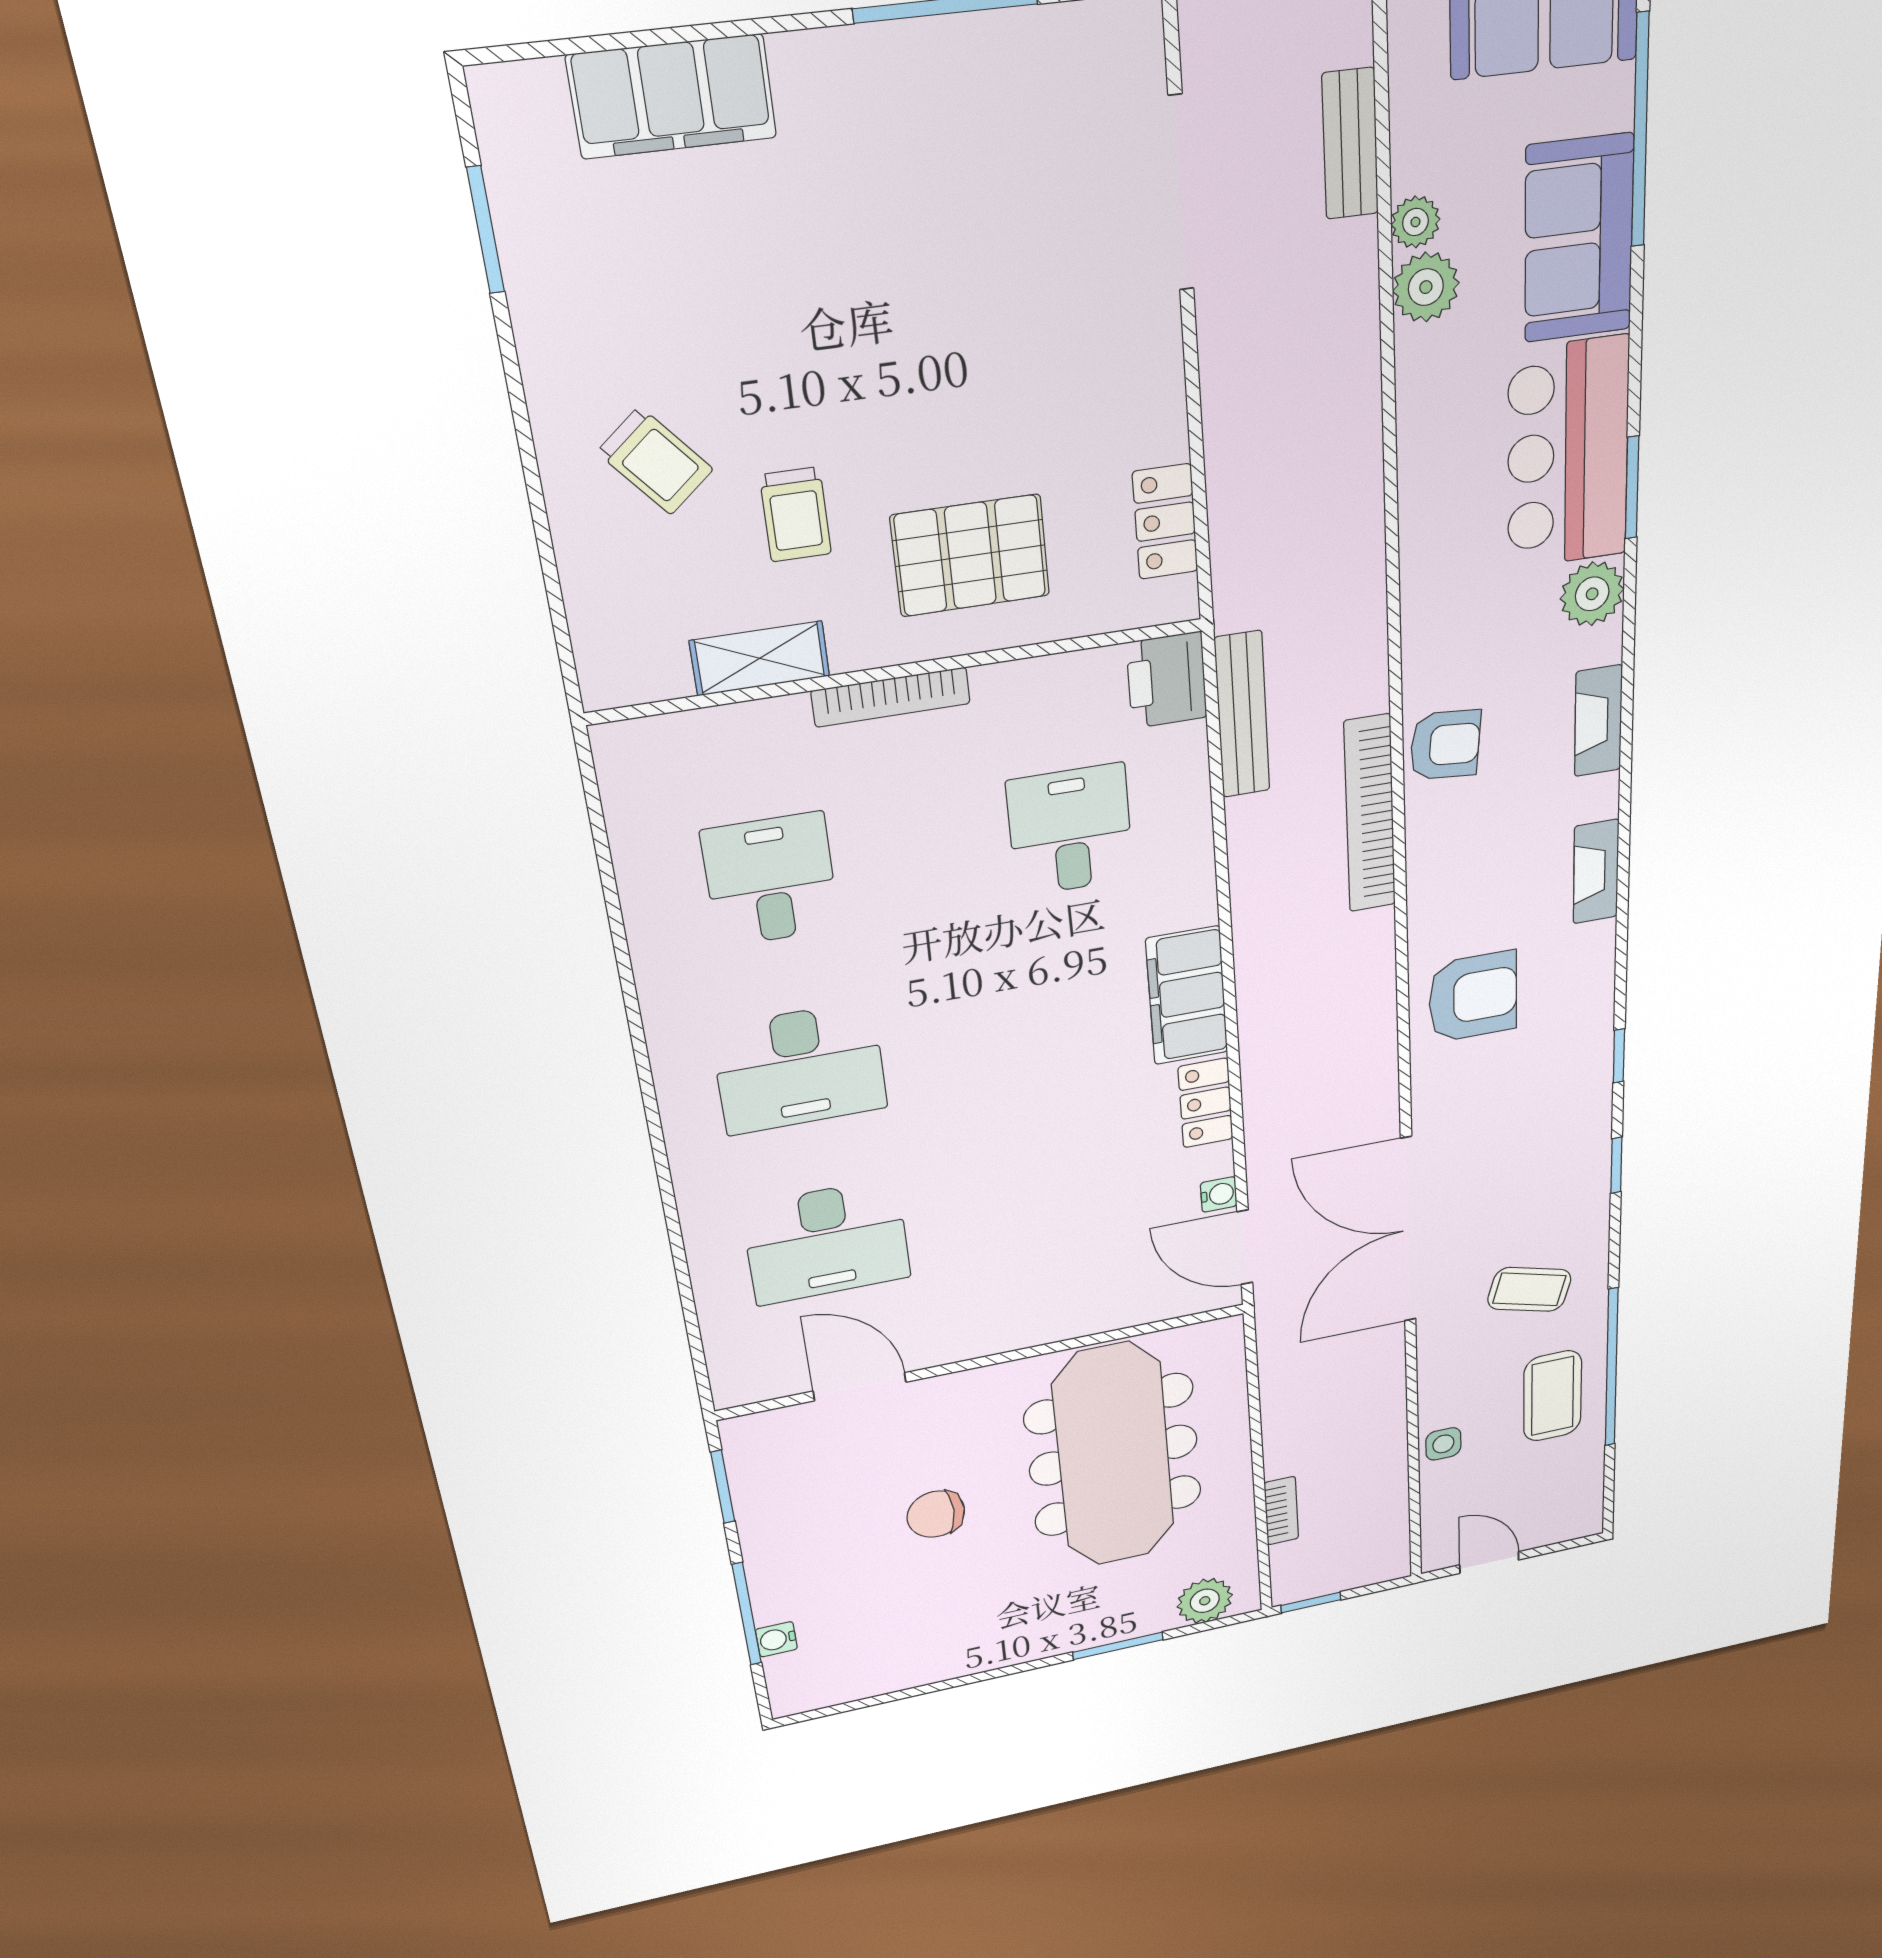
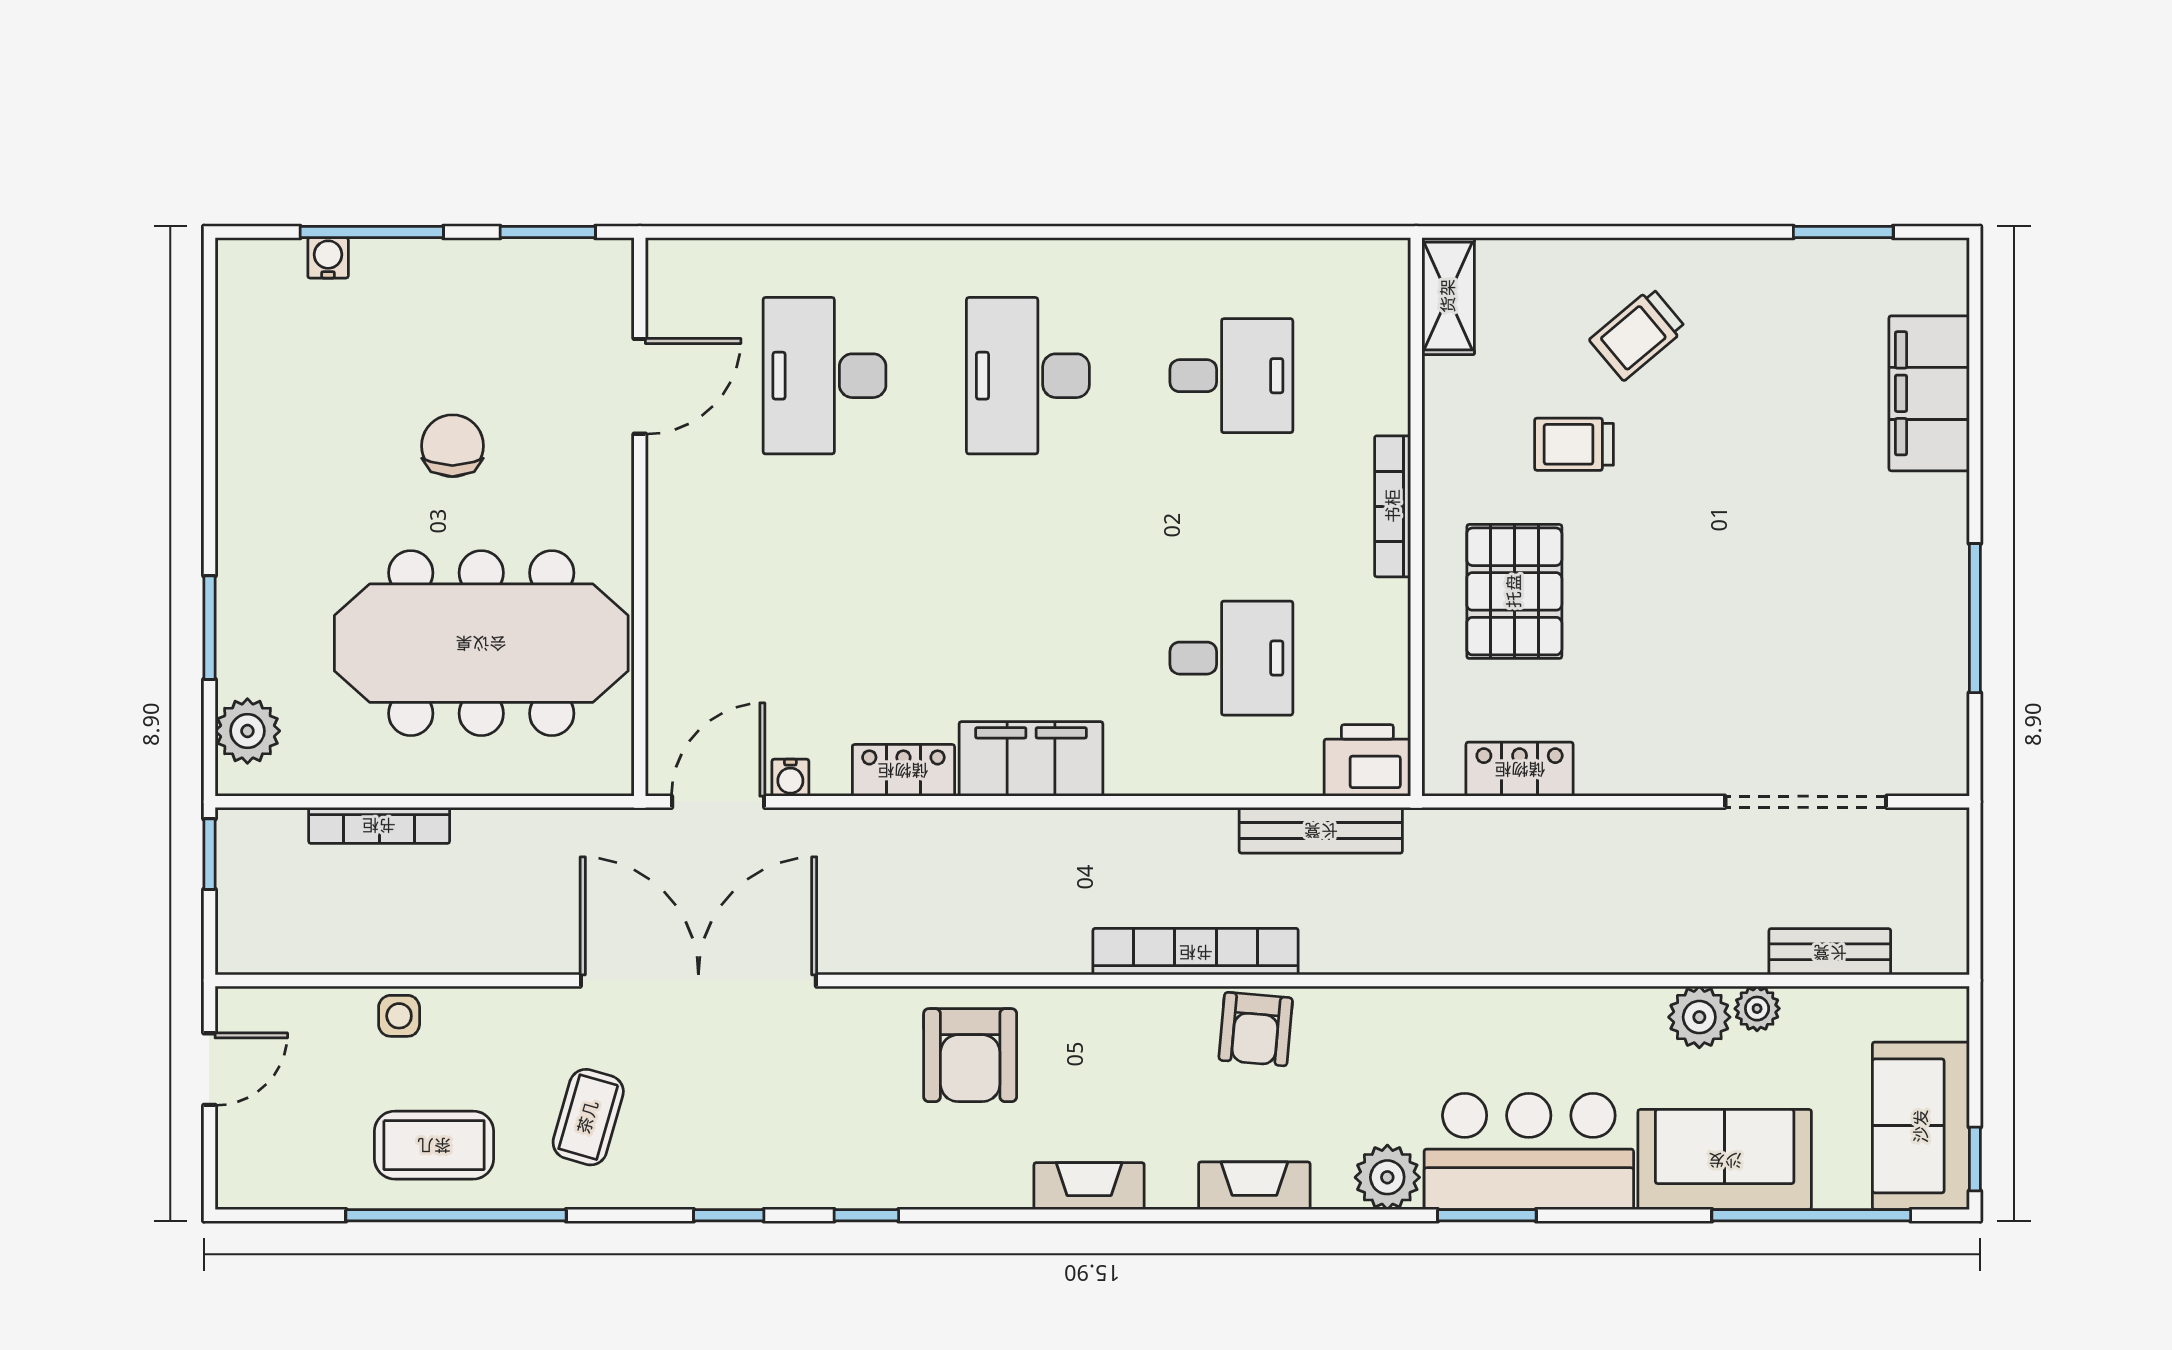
shelving: (760, 658) -> (1448, 296), moved
bookcase: (1281, 1511) -> (379, 825), width x1.56

